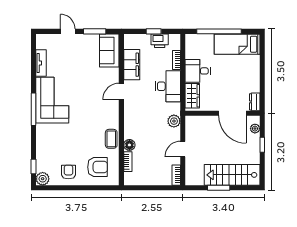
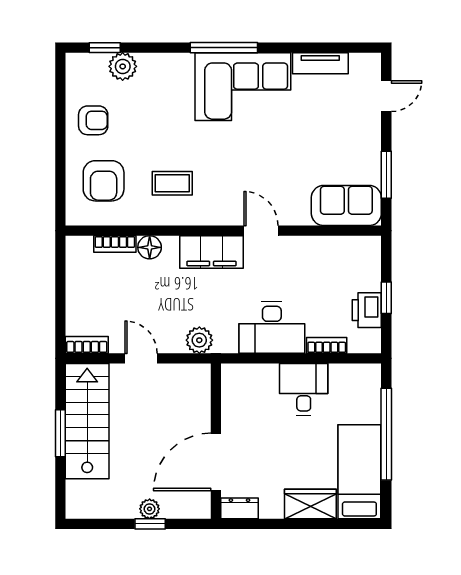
door: (68, 31) -> (386, 96), moved
filing cabinet: (132, 65) -> (212, 252), moved
wardrobe: (192, 96) -> (310, 504), moved, turned 180
plant: (255, 129) -> (150, 509), moved
coffee table: (111, 139) -> (172, 183), moved
stairs: (232, 175) -> (87, 421), moved
plant: (43, 179) -> (123, 66), moved

